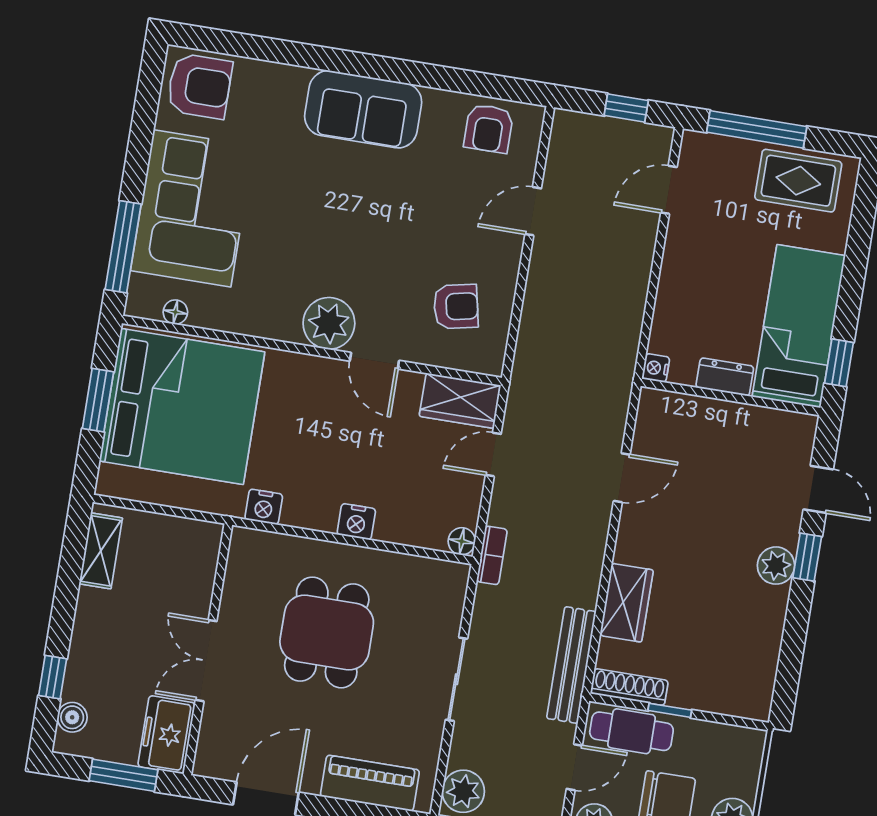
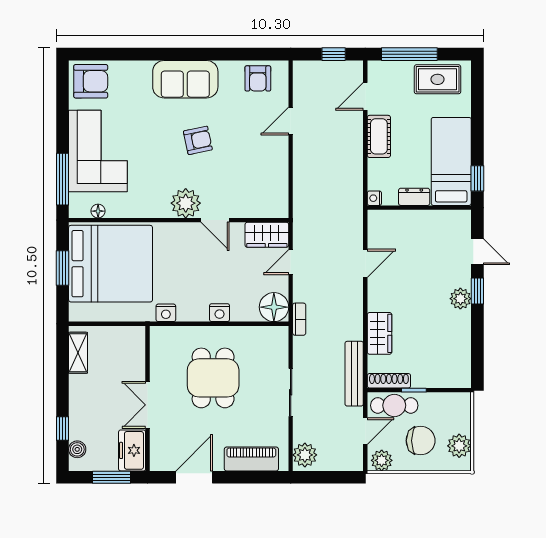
cot: (681, 263) -> (379, 136), added
armchair: (456, 307) -> (198, 140), moved
floor lamp: (462, 541) -> (274, 307), width x1.89, depth x1.89

